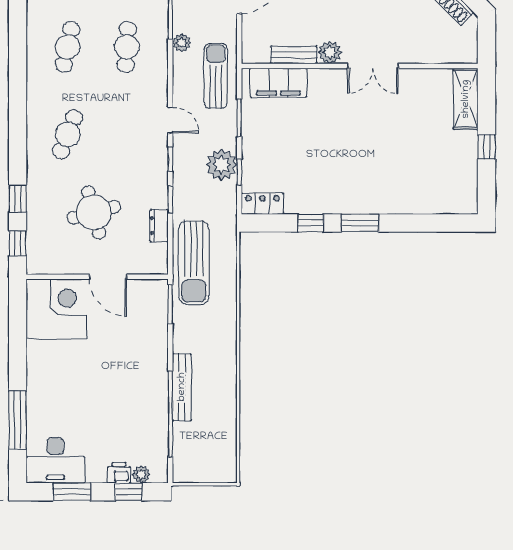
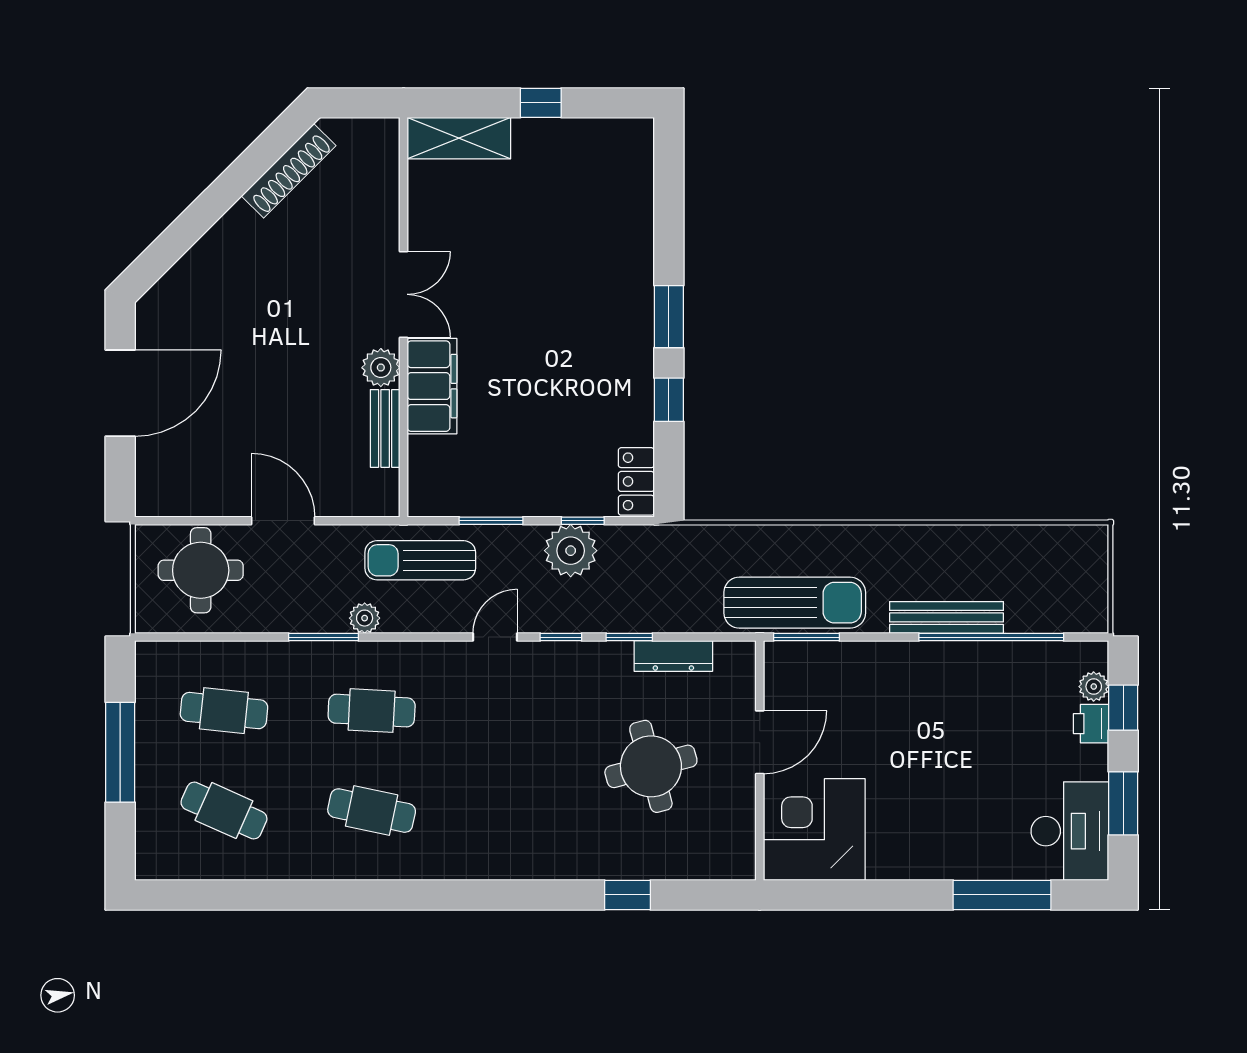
filing cabinet: (278, 83) -> (432, 386), moved
cafe table: (68, 134) -> (519, 811), removed
dresser: (159, 226) -> (673, 656), width x1.44
window: (18, 243) -> (703, 895), removed
sun lounger: (194, 263) -> (795, 603), moved

